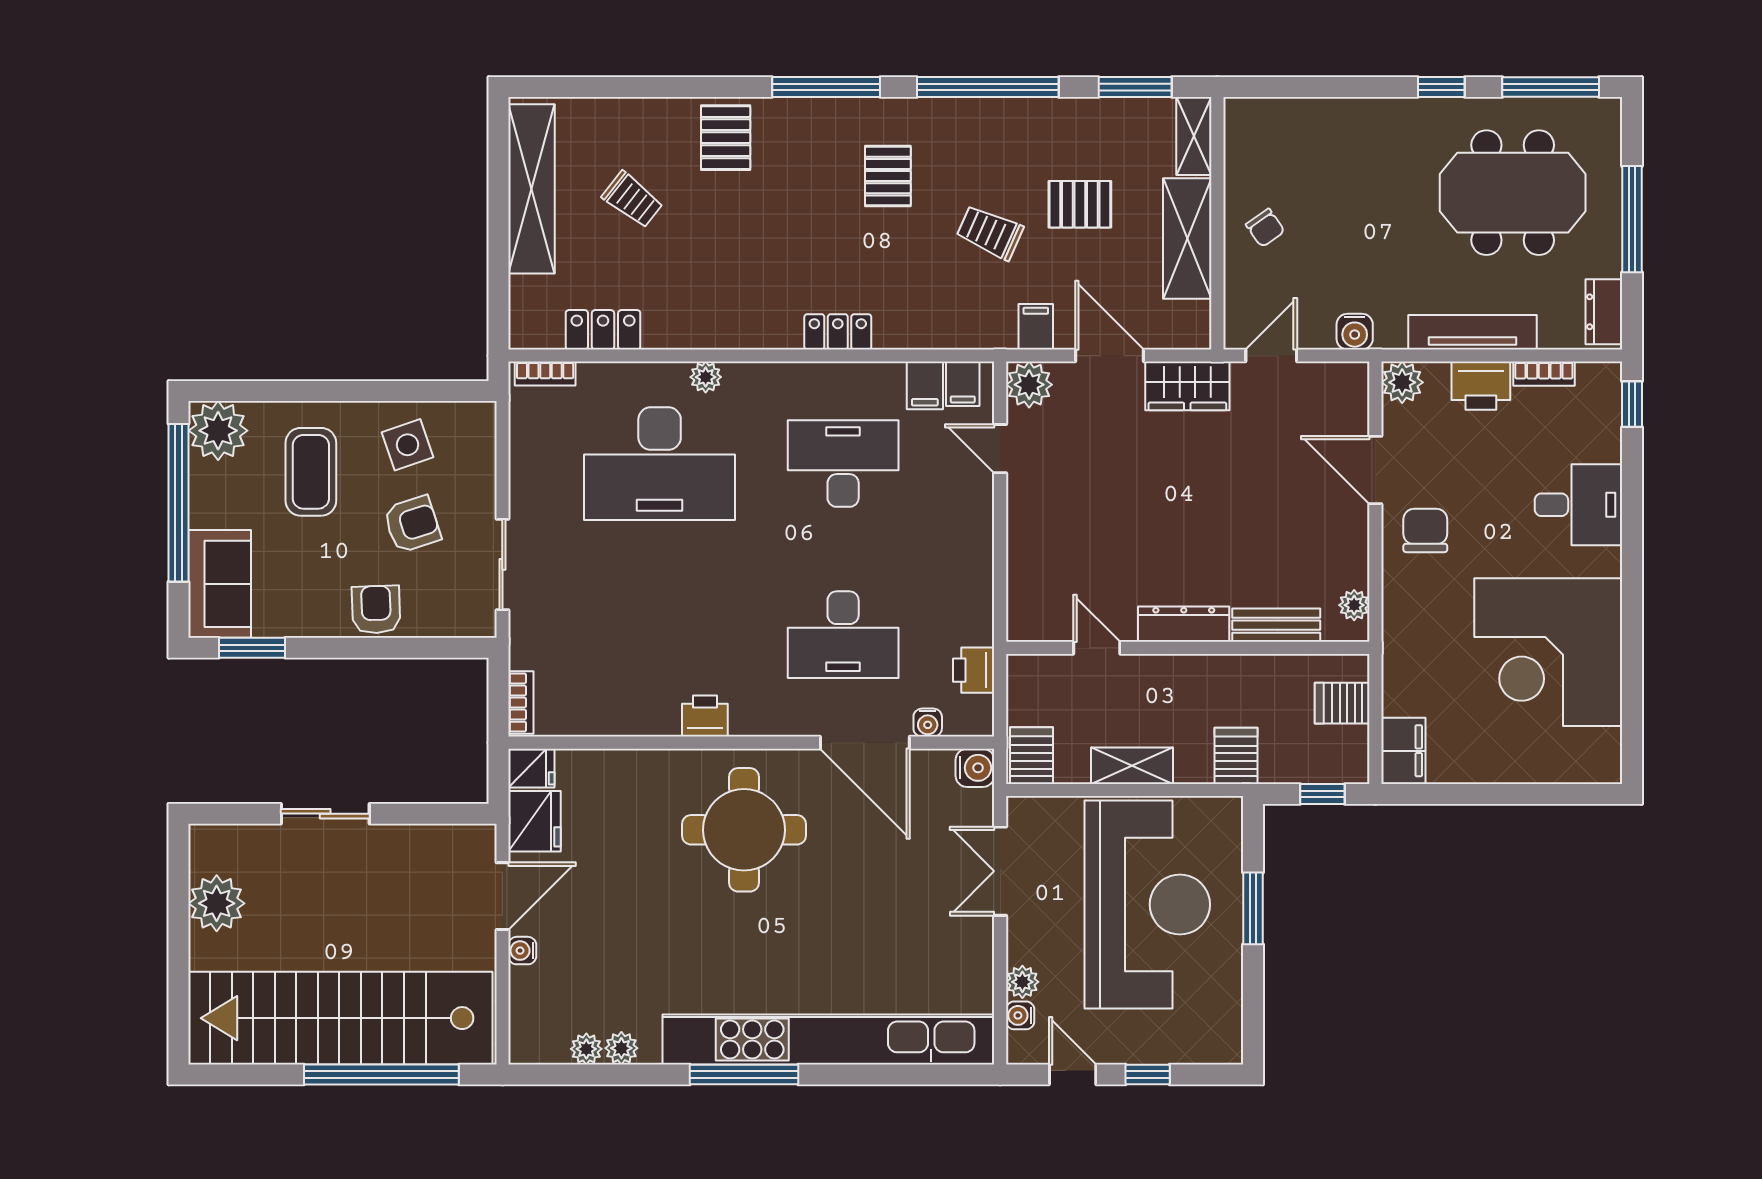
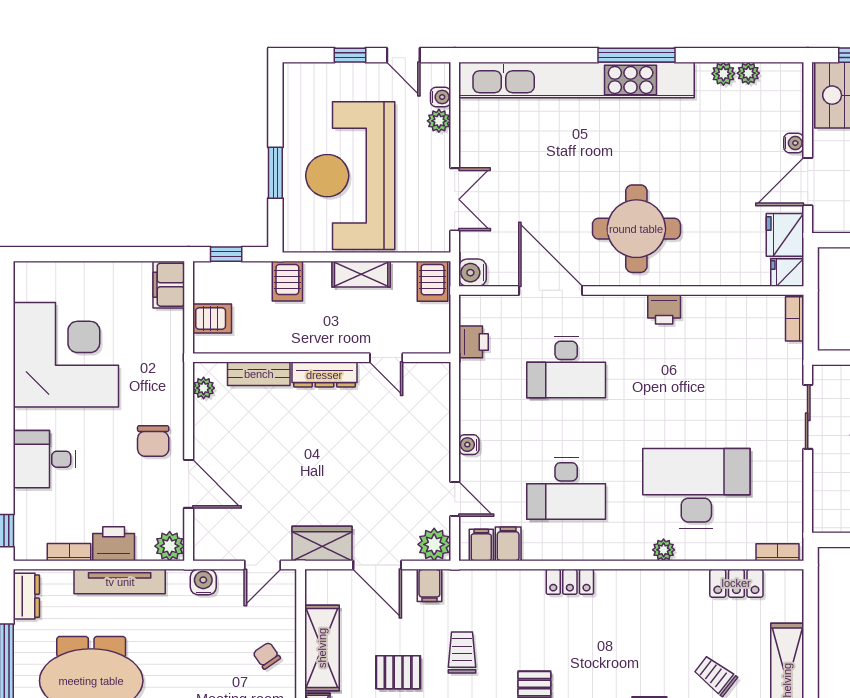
trolley: (990, 232) -> (462, 652), turned -114
desk: (843, 635) -> (566, 367), turned 180
water cooler: (928, 723) -> (469, 445), moved, turned -90

